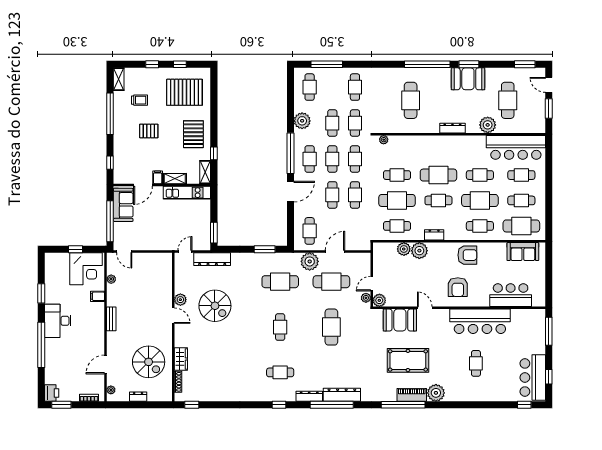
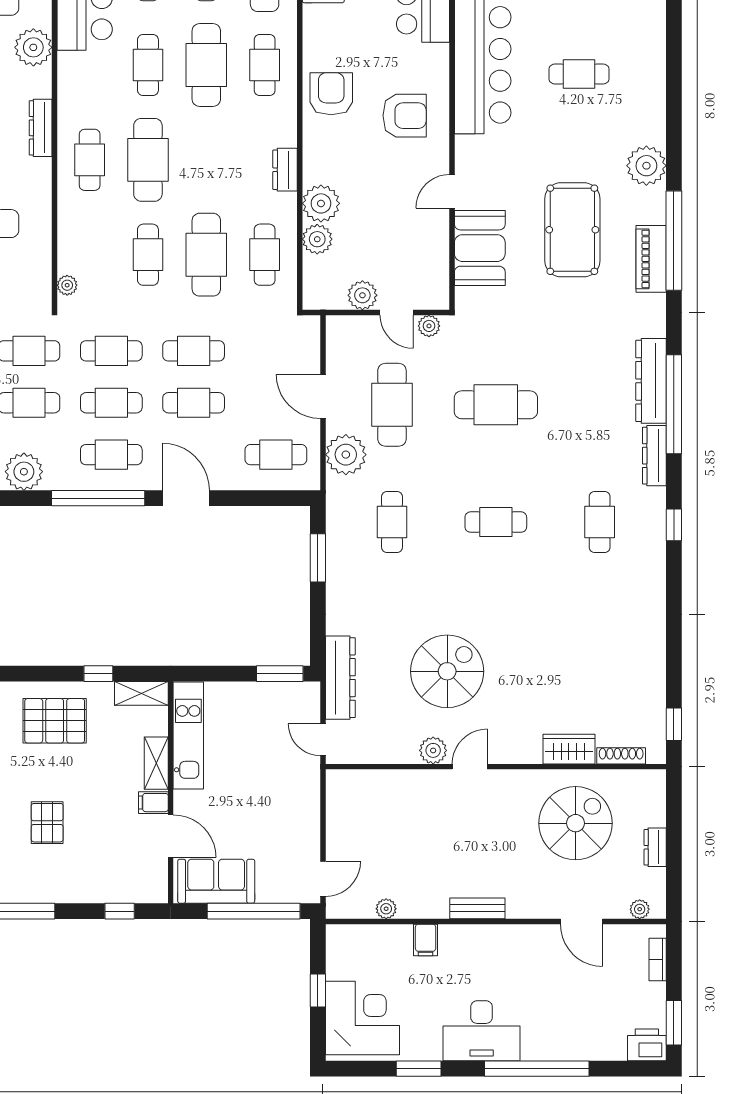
cafe table: (438, 200) -> (90, 160), moved
corner desk: (86, 269) -> (362, 1018), moved
cafe table: (280, 282) -> (392, 522), width x0.73, depth x0.74
plant: (379, 300) -> (362, 295), moved
piano: (412, 395) -> (651, 259), moved

